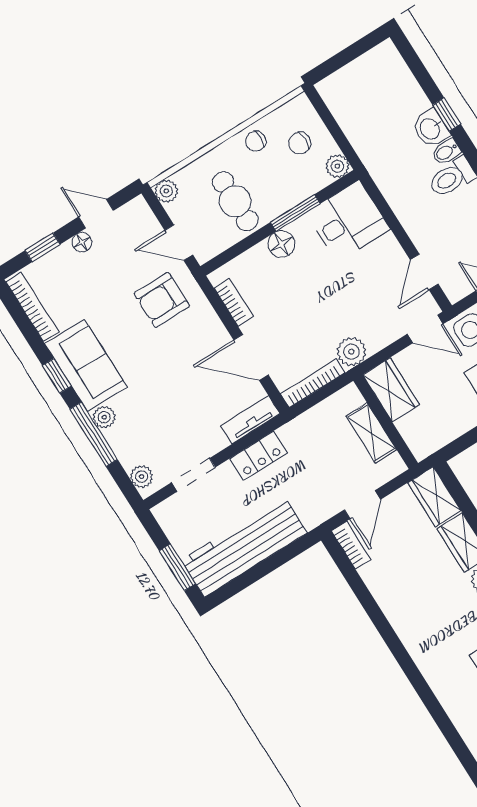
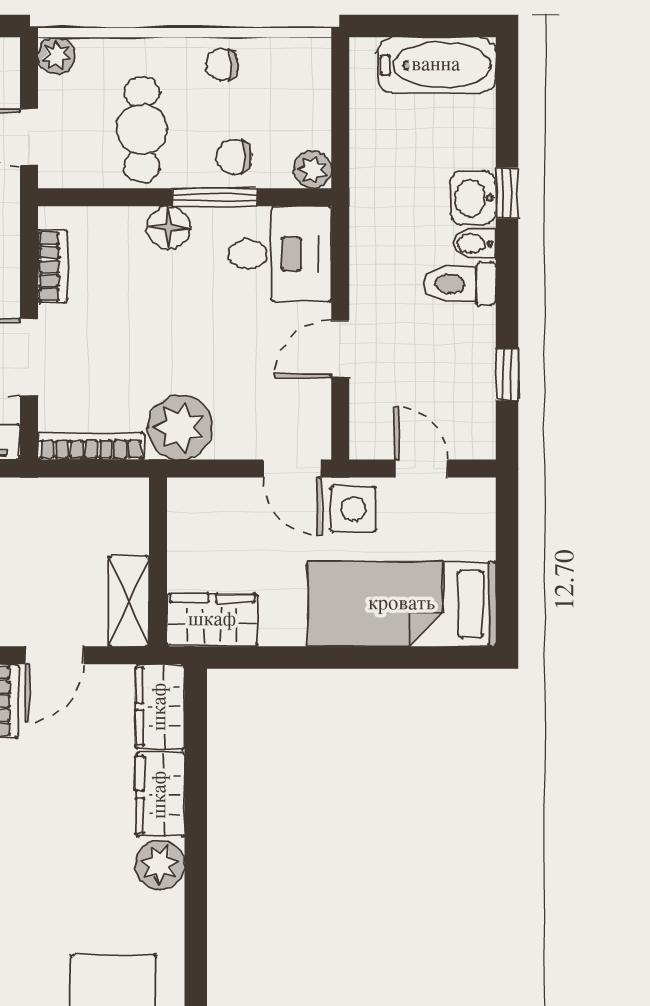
bathtub: (368, 71) -> (436, 65), added
chair: (300, 143) -> (234, 157), moved
door: (424, 272) -> (340, 349), moved
plant: (351, 352) -> (180, 427), width x1.36, depth x1.36
wardrobe: (391, 390) -> (212, 620), moved, turned -90
shelving: (371, 433) -> (129, 601), moved

